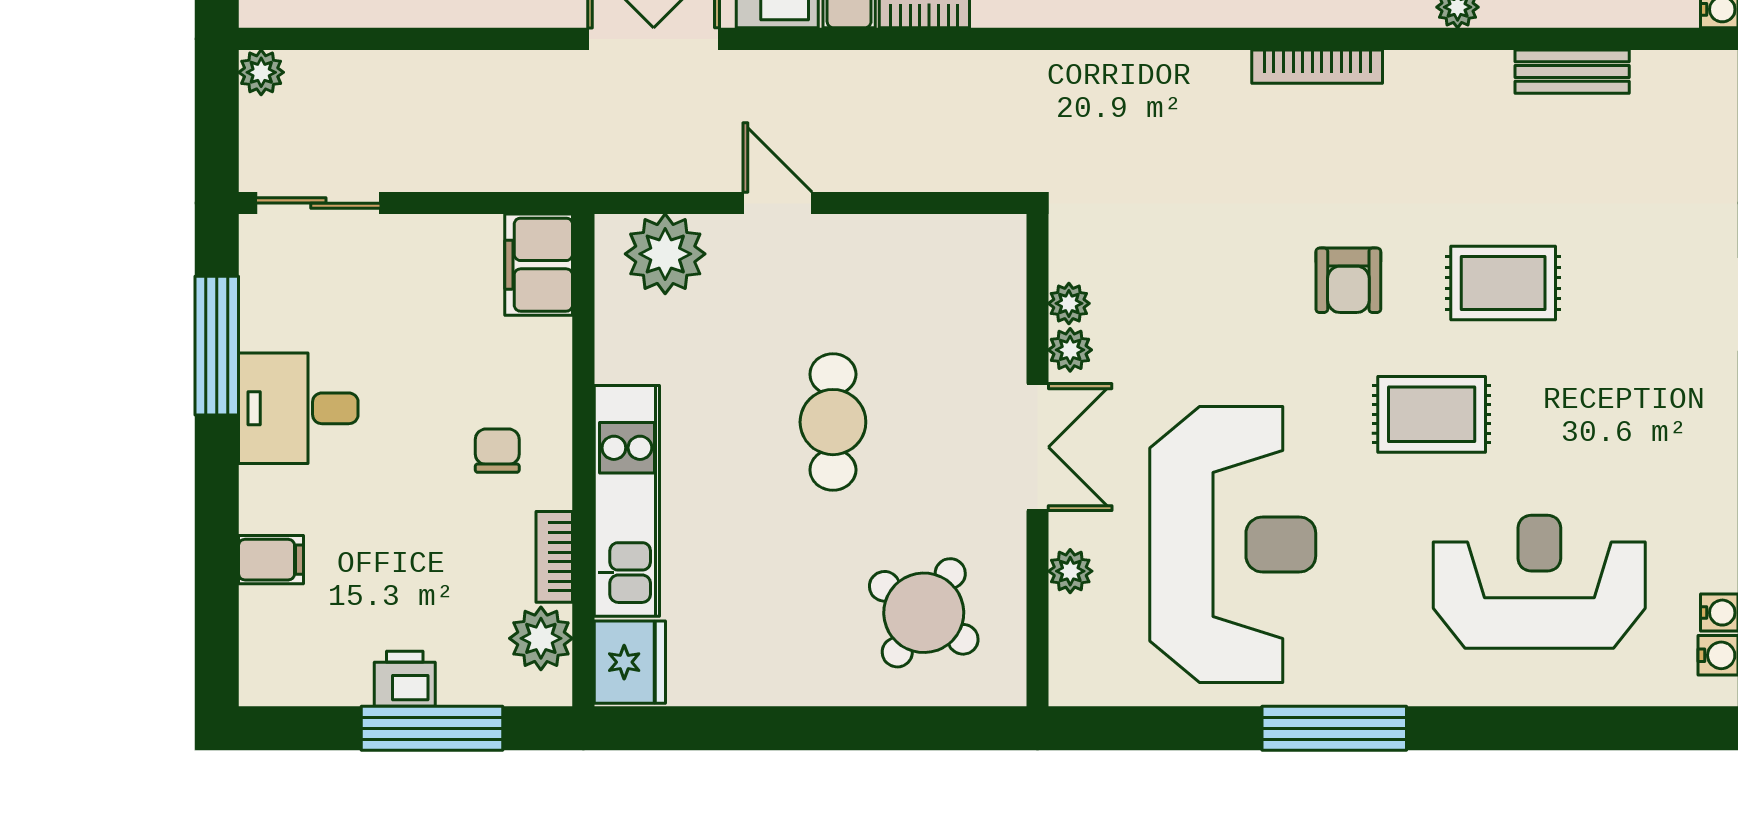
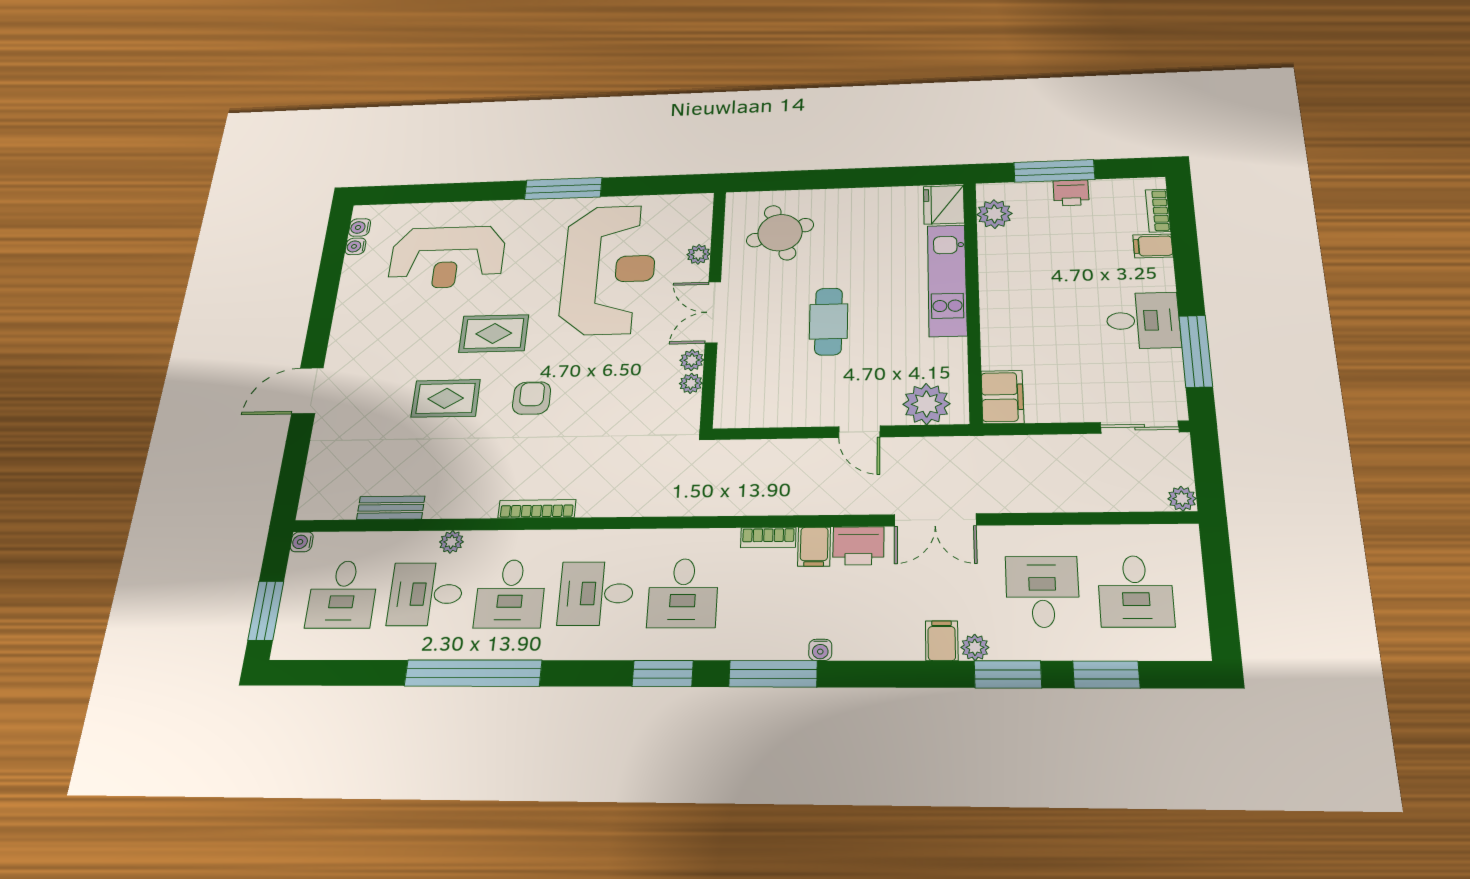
chair: (497, 451) -> (1023, 302), removed
reception desk: (1233, 544) -> (609, 269), turned 180
bookcase: (554, 557) -> (1158, 211), moved, turned 180
round table: (924, 613) -> (780, 233), turned 38

